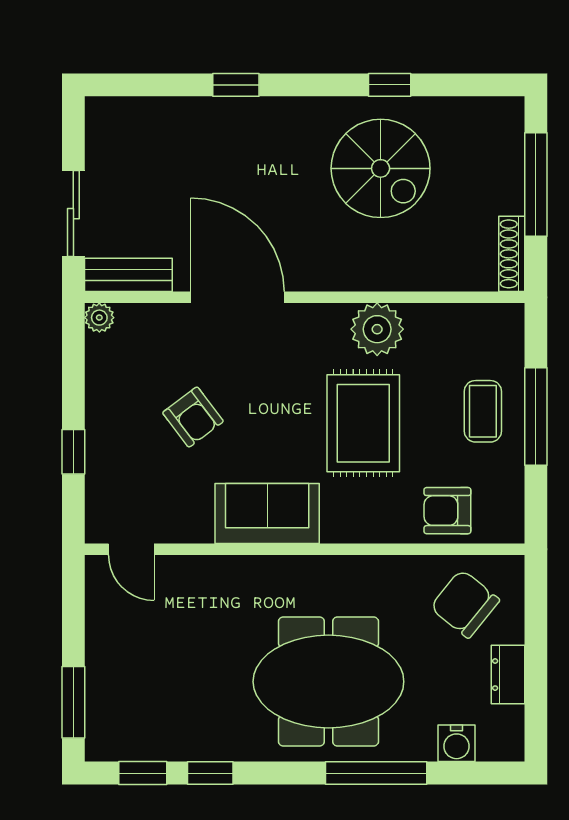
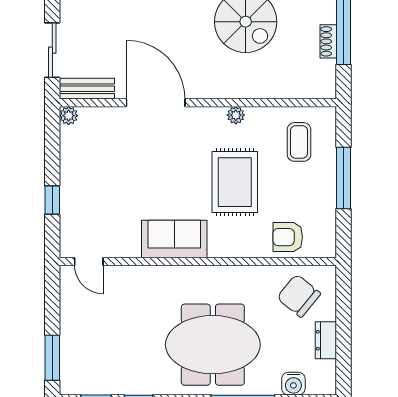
shoe rack: (512, 254) -> (328, 41), moved, width x0.70
plant: (377, 329) -> (236, 115), width x0.53, depth x0.53
coffee table: (483, 411) -> (299, 142), moved
armchair: (193, 417) -> (128, 178), removed

